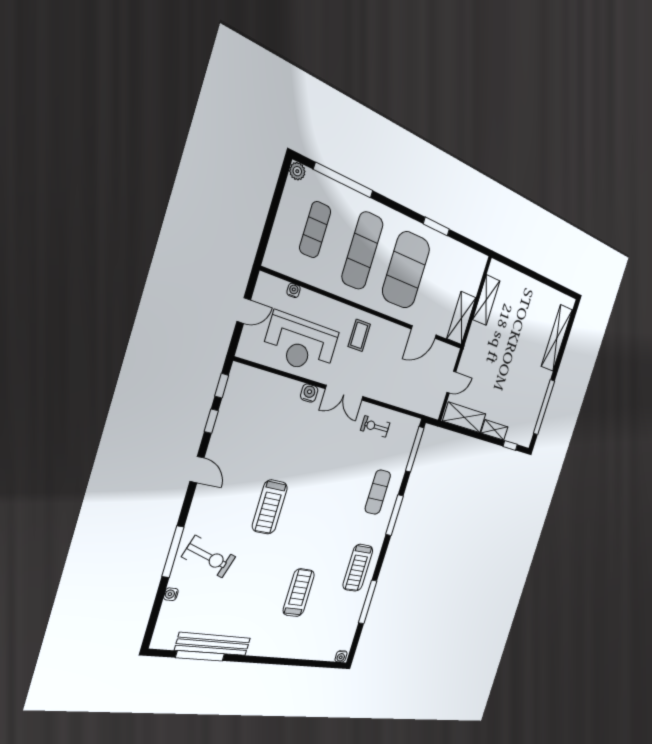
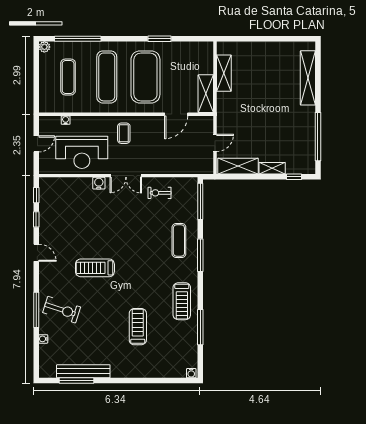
treadmill: (270, 507) -> (95, 268), turned 90

